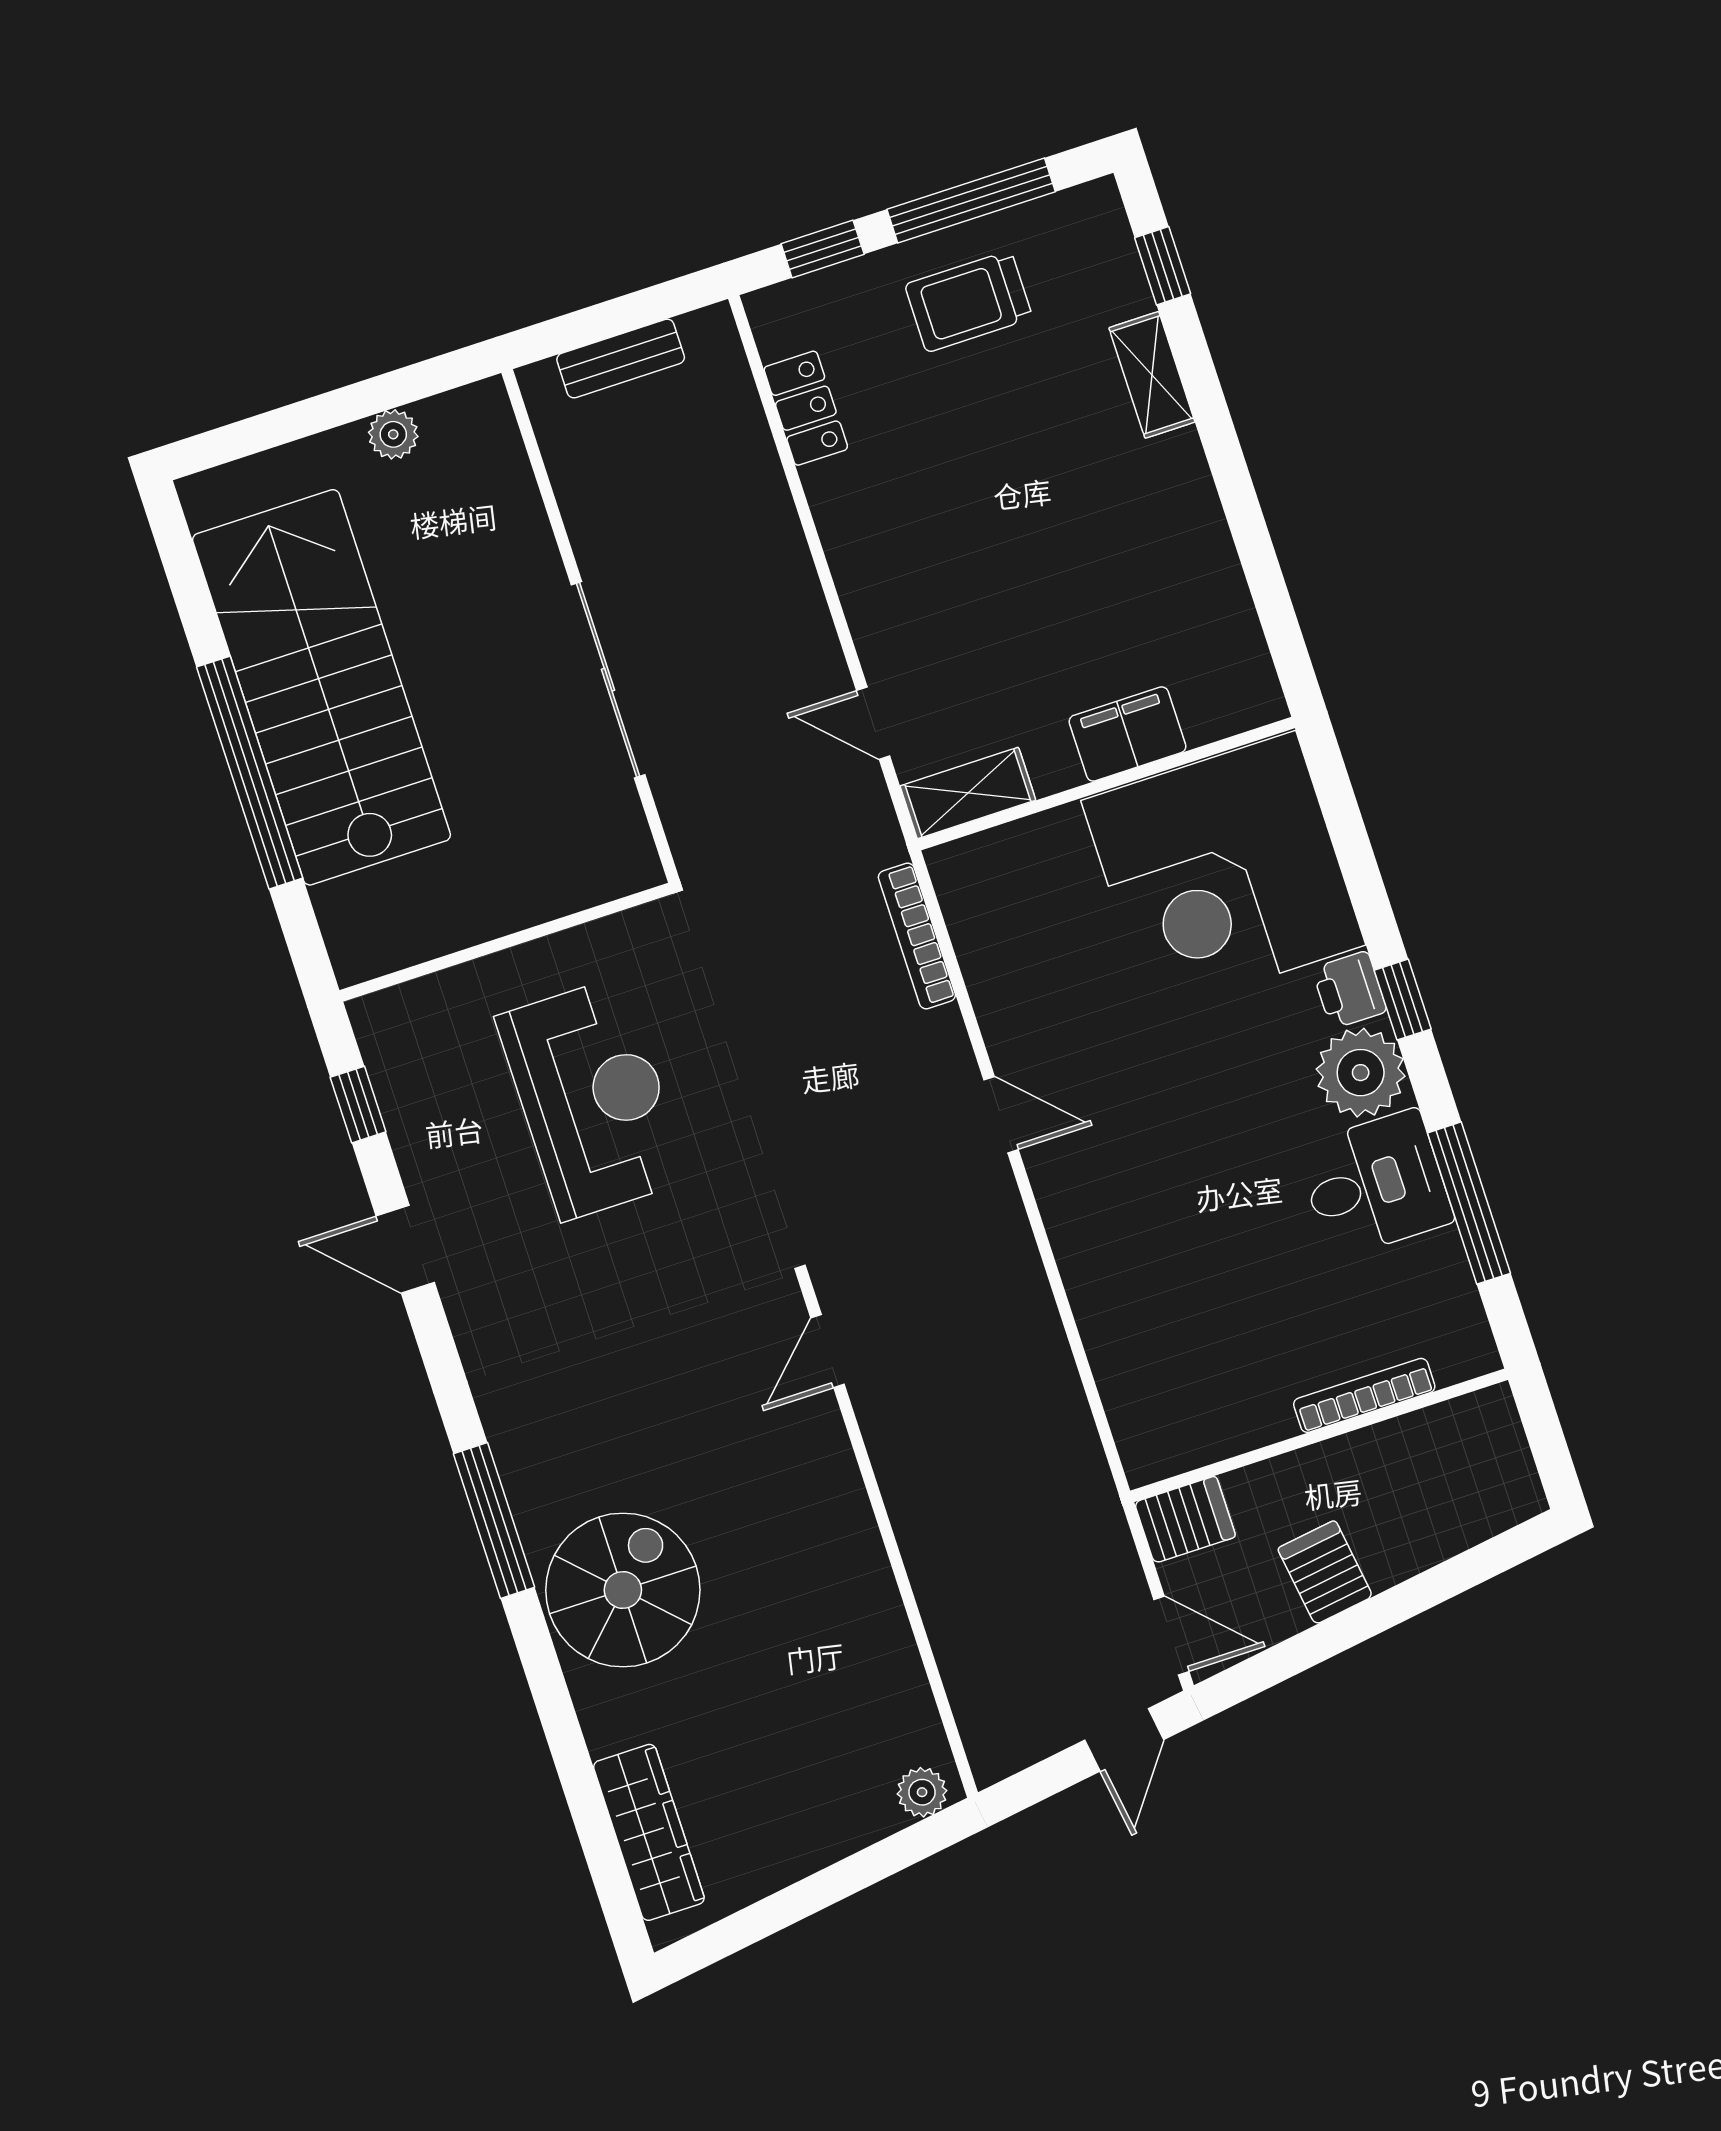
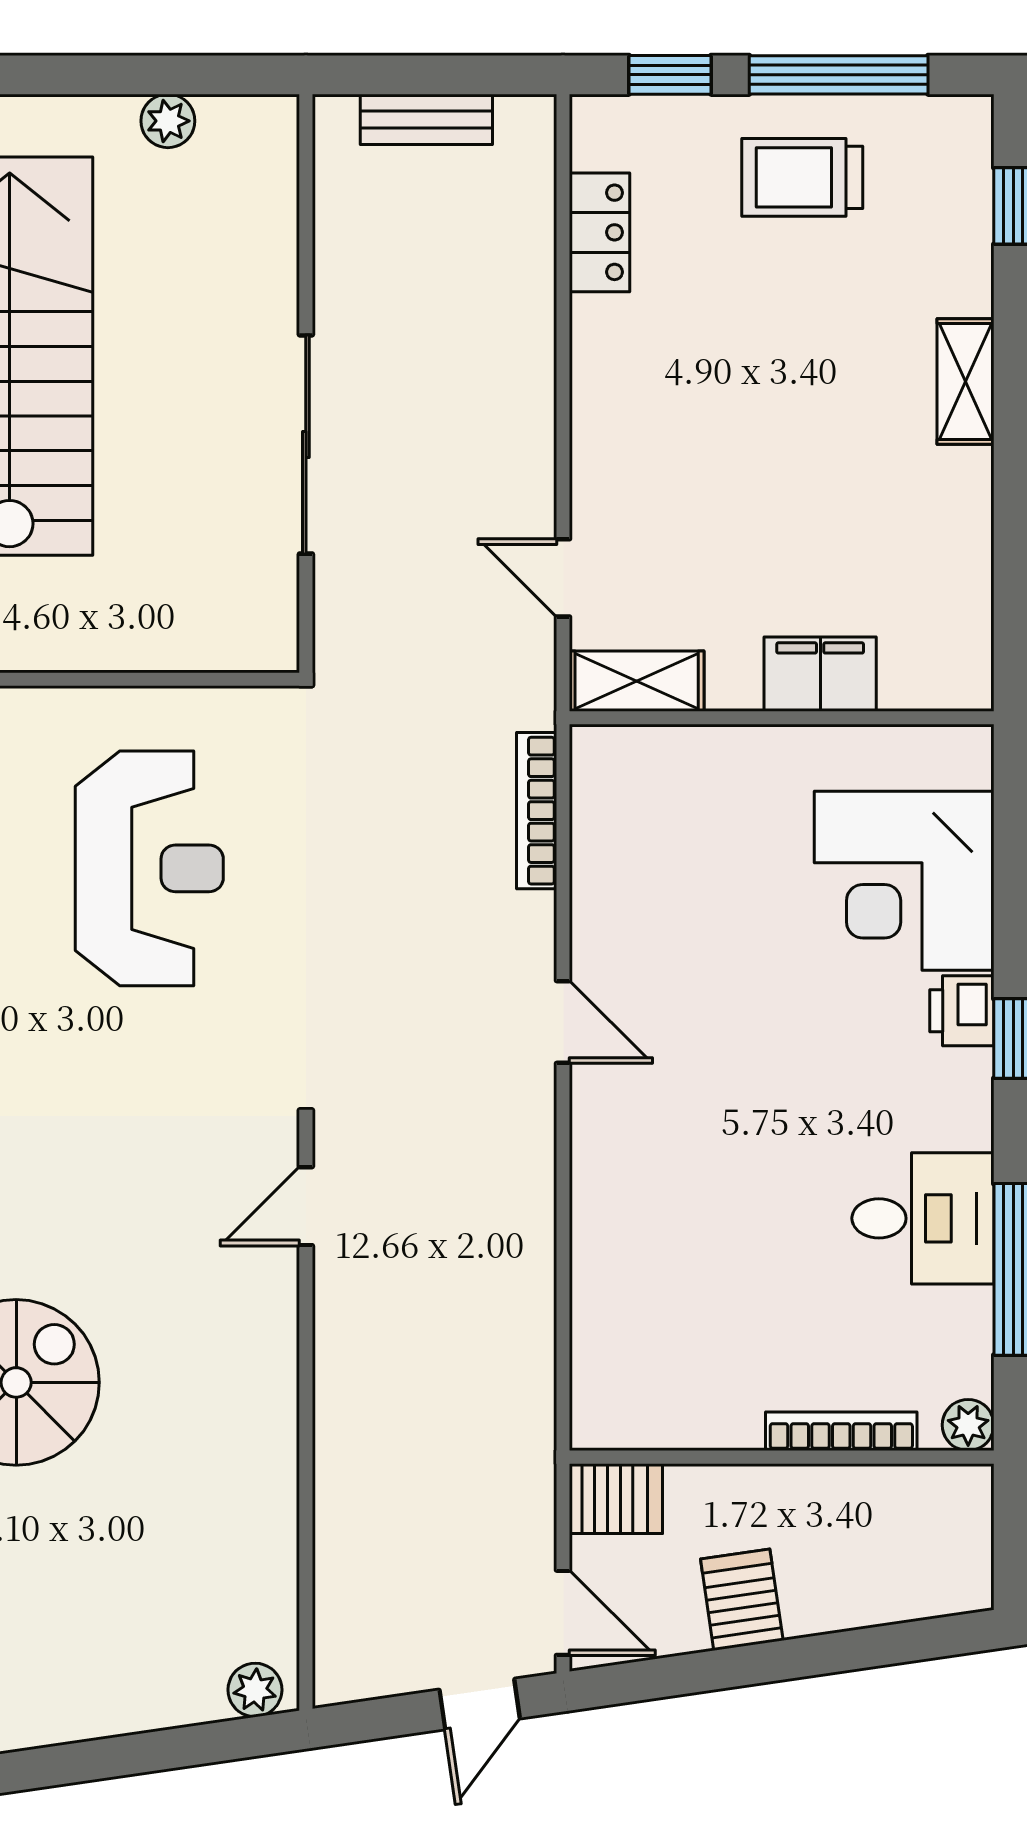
shelving: (1152, 375) -> (965, 381), moved
corner desk: (1223, 873) -> (904, 881), width x0.74, depth x0.74
plant: (1361, 1073) -> (968, 1425), moved, width x0.53, depth x0.53

